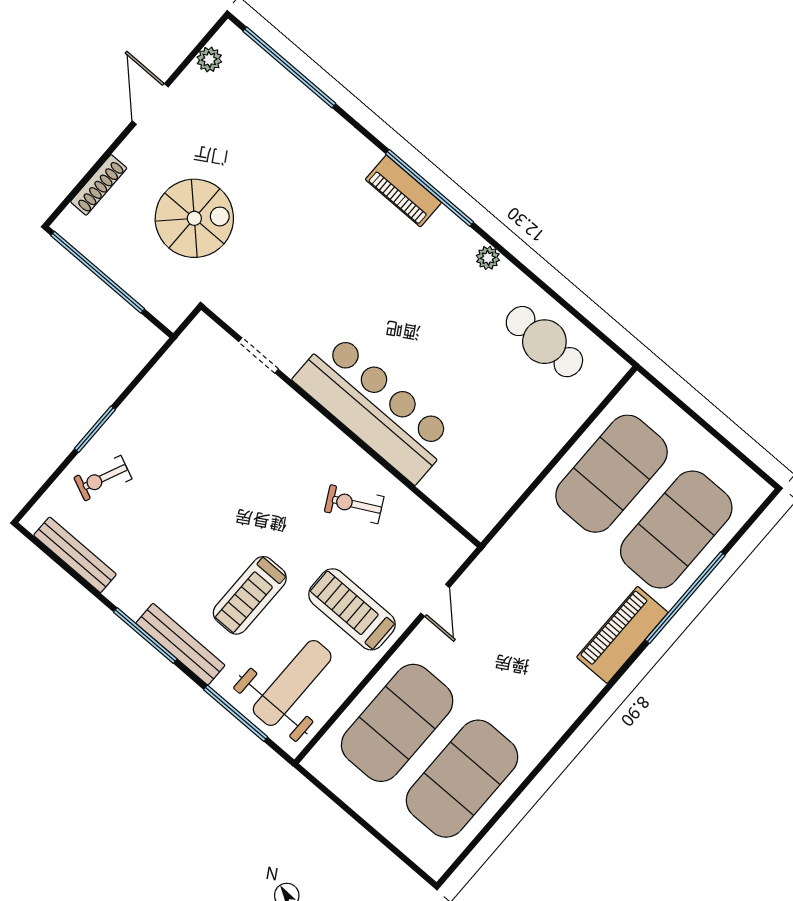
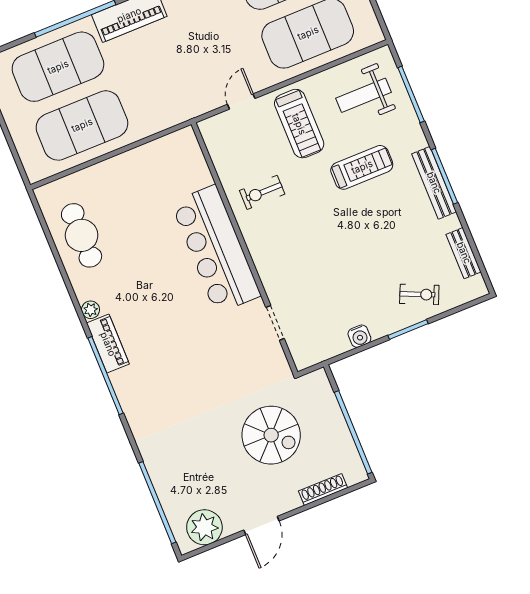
plant: (209, 59) -> (204, 527), width x1.88, depth x1.88
piano: (403, 191) -> (108, 344), moved
spiral stairs: (194, 218) -> (271, 435), turned 180
water cooler: (149, 391) -> (359, 336), added
exercise bike: (354, 504) -> (262, 192), turned 118
bench: (75, 555) -> (464, 253), width x0.73
bench: (180, 644) -> (434, 183), moved
weight bench: (292, 683) -> (363, 95), width x0.73, depth x0.75

